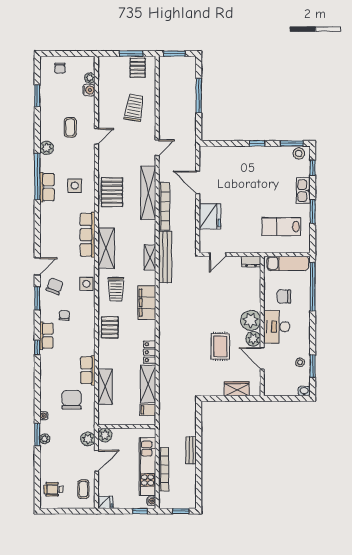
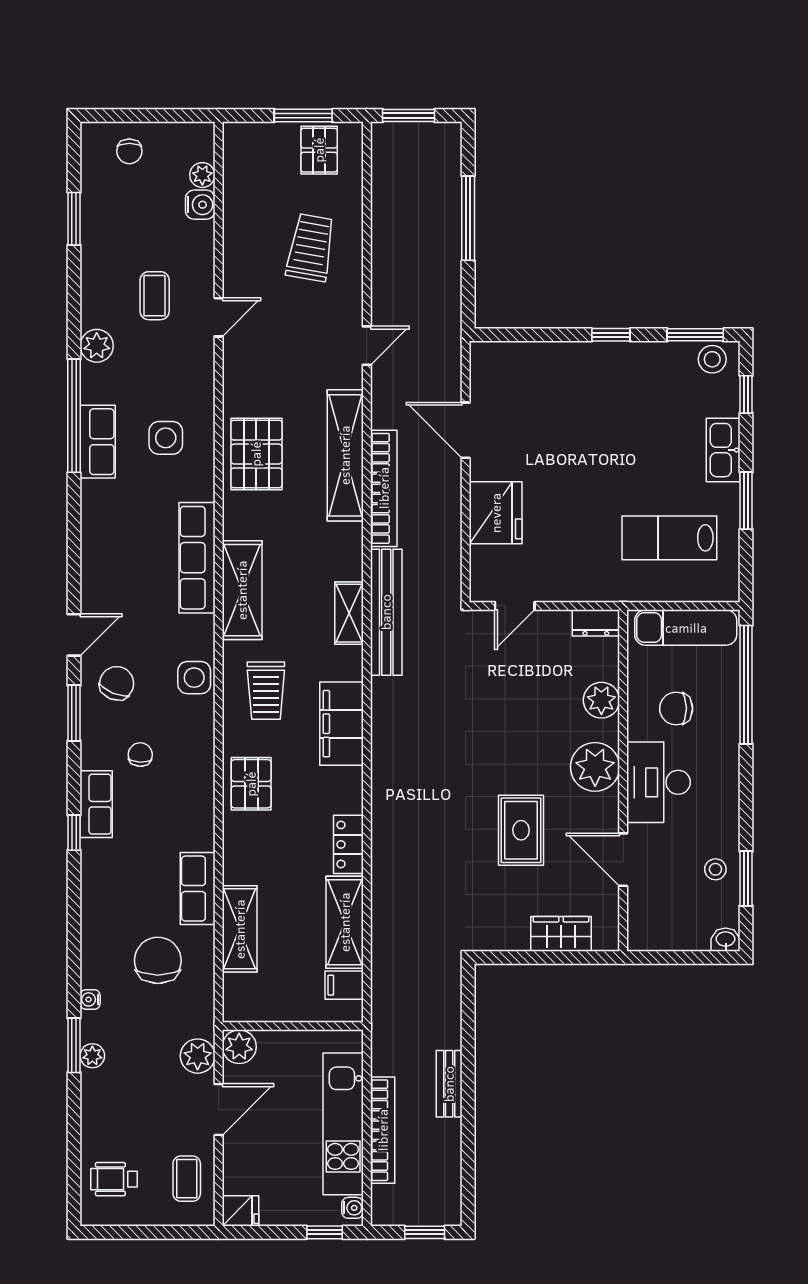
plant: (253, 339) -> (601, 700), moved

